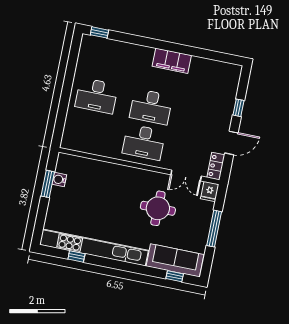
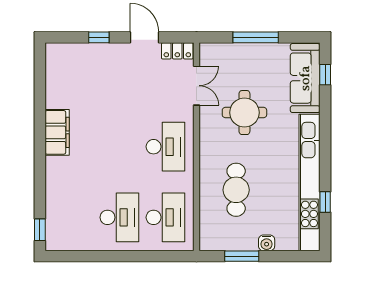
desk: (151, 107) -> (165, 217), moved
water cooler: (59, 180) -> (267, 243), moved
cafe table: (100, 190) -> (236, 190), added
fridge: (210, 192) -> (211, 52), removed

